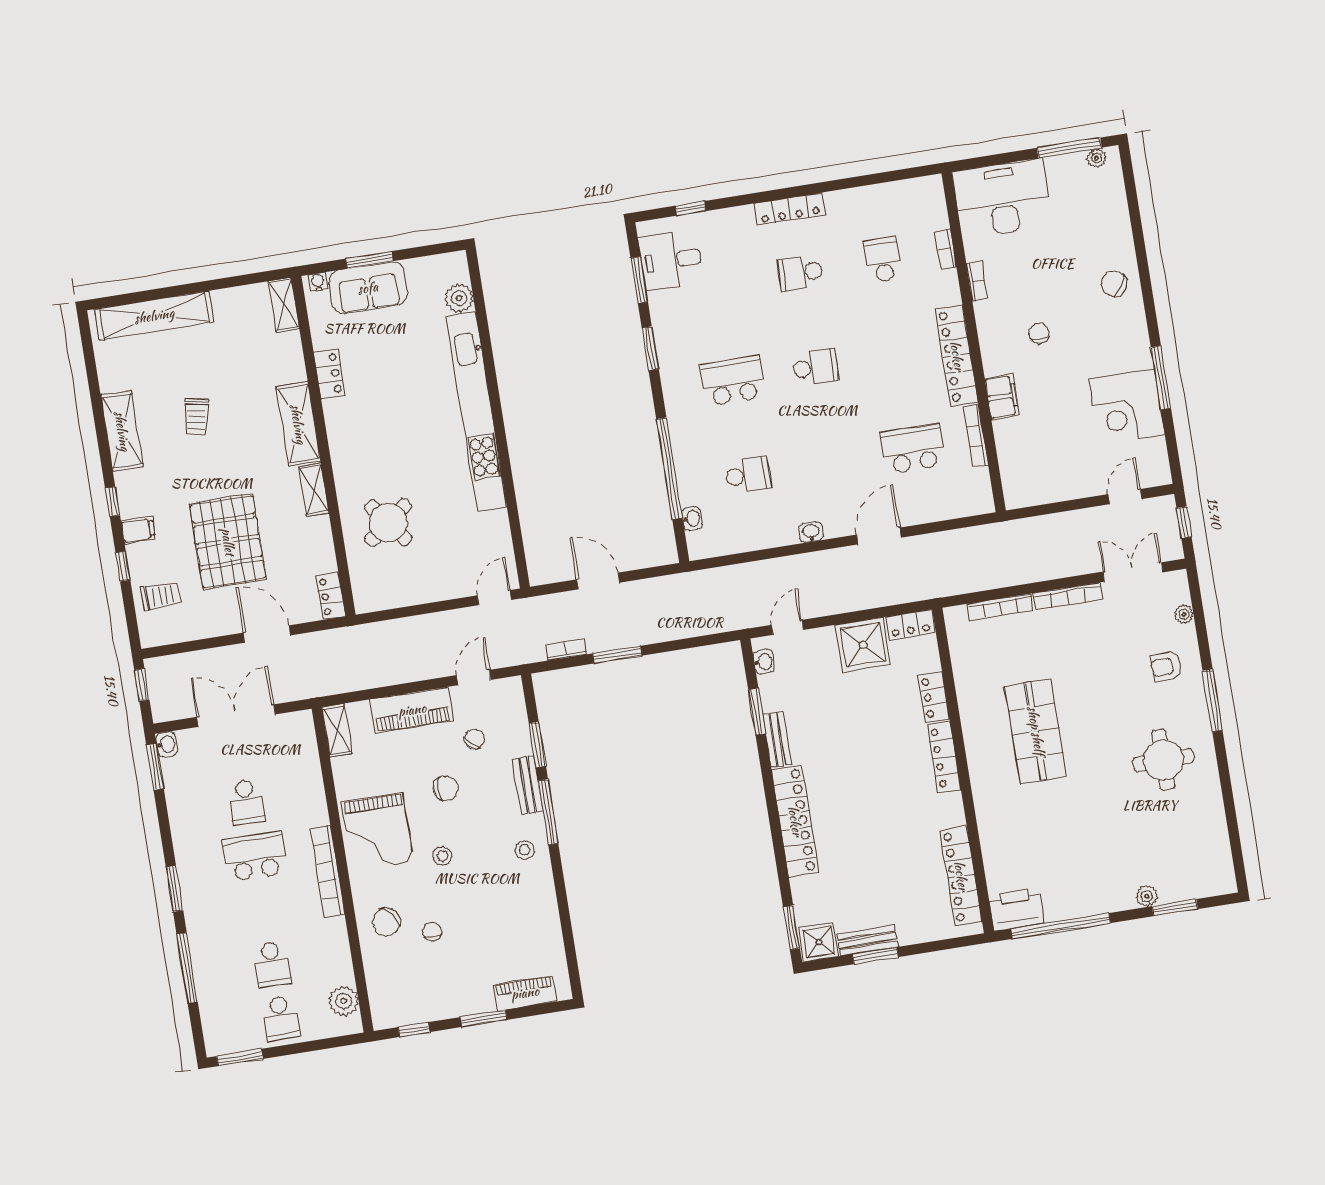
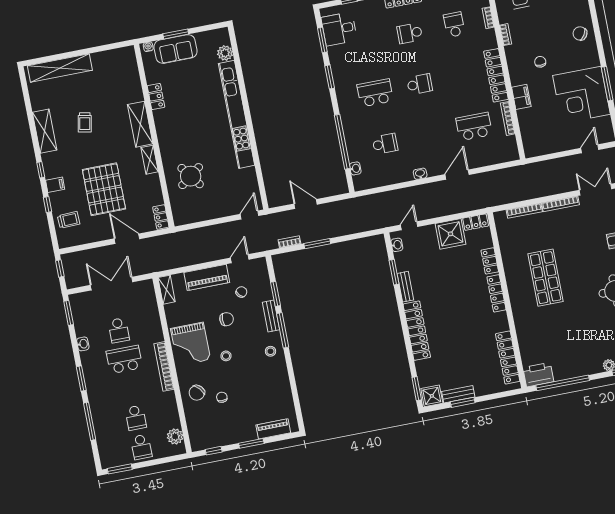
shelving: (284, 305) -> (130, 60), removed
corner desk: (1127, 407) -> (581, 95), width x1.36, depth x1.36
washbasin: (167, 744) -> (83, 344), moved

